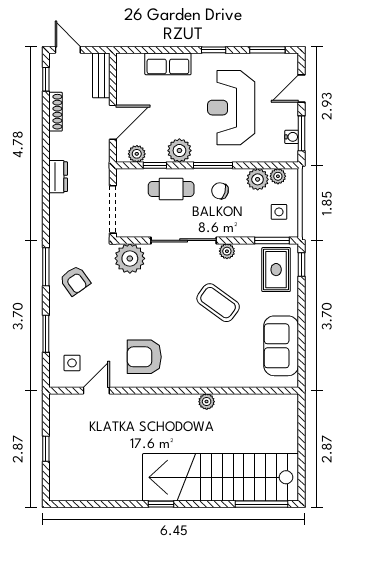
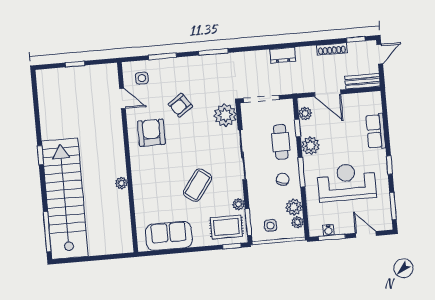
plant: (227, 251) -> (239, 204), moved
armchair: (75, 281) -> (180, 105), moved

